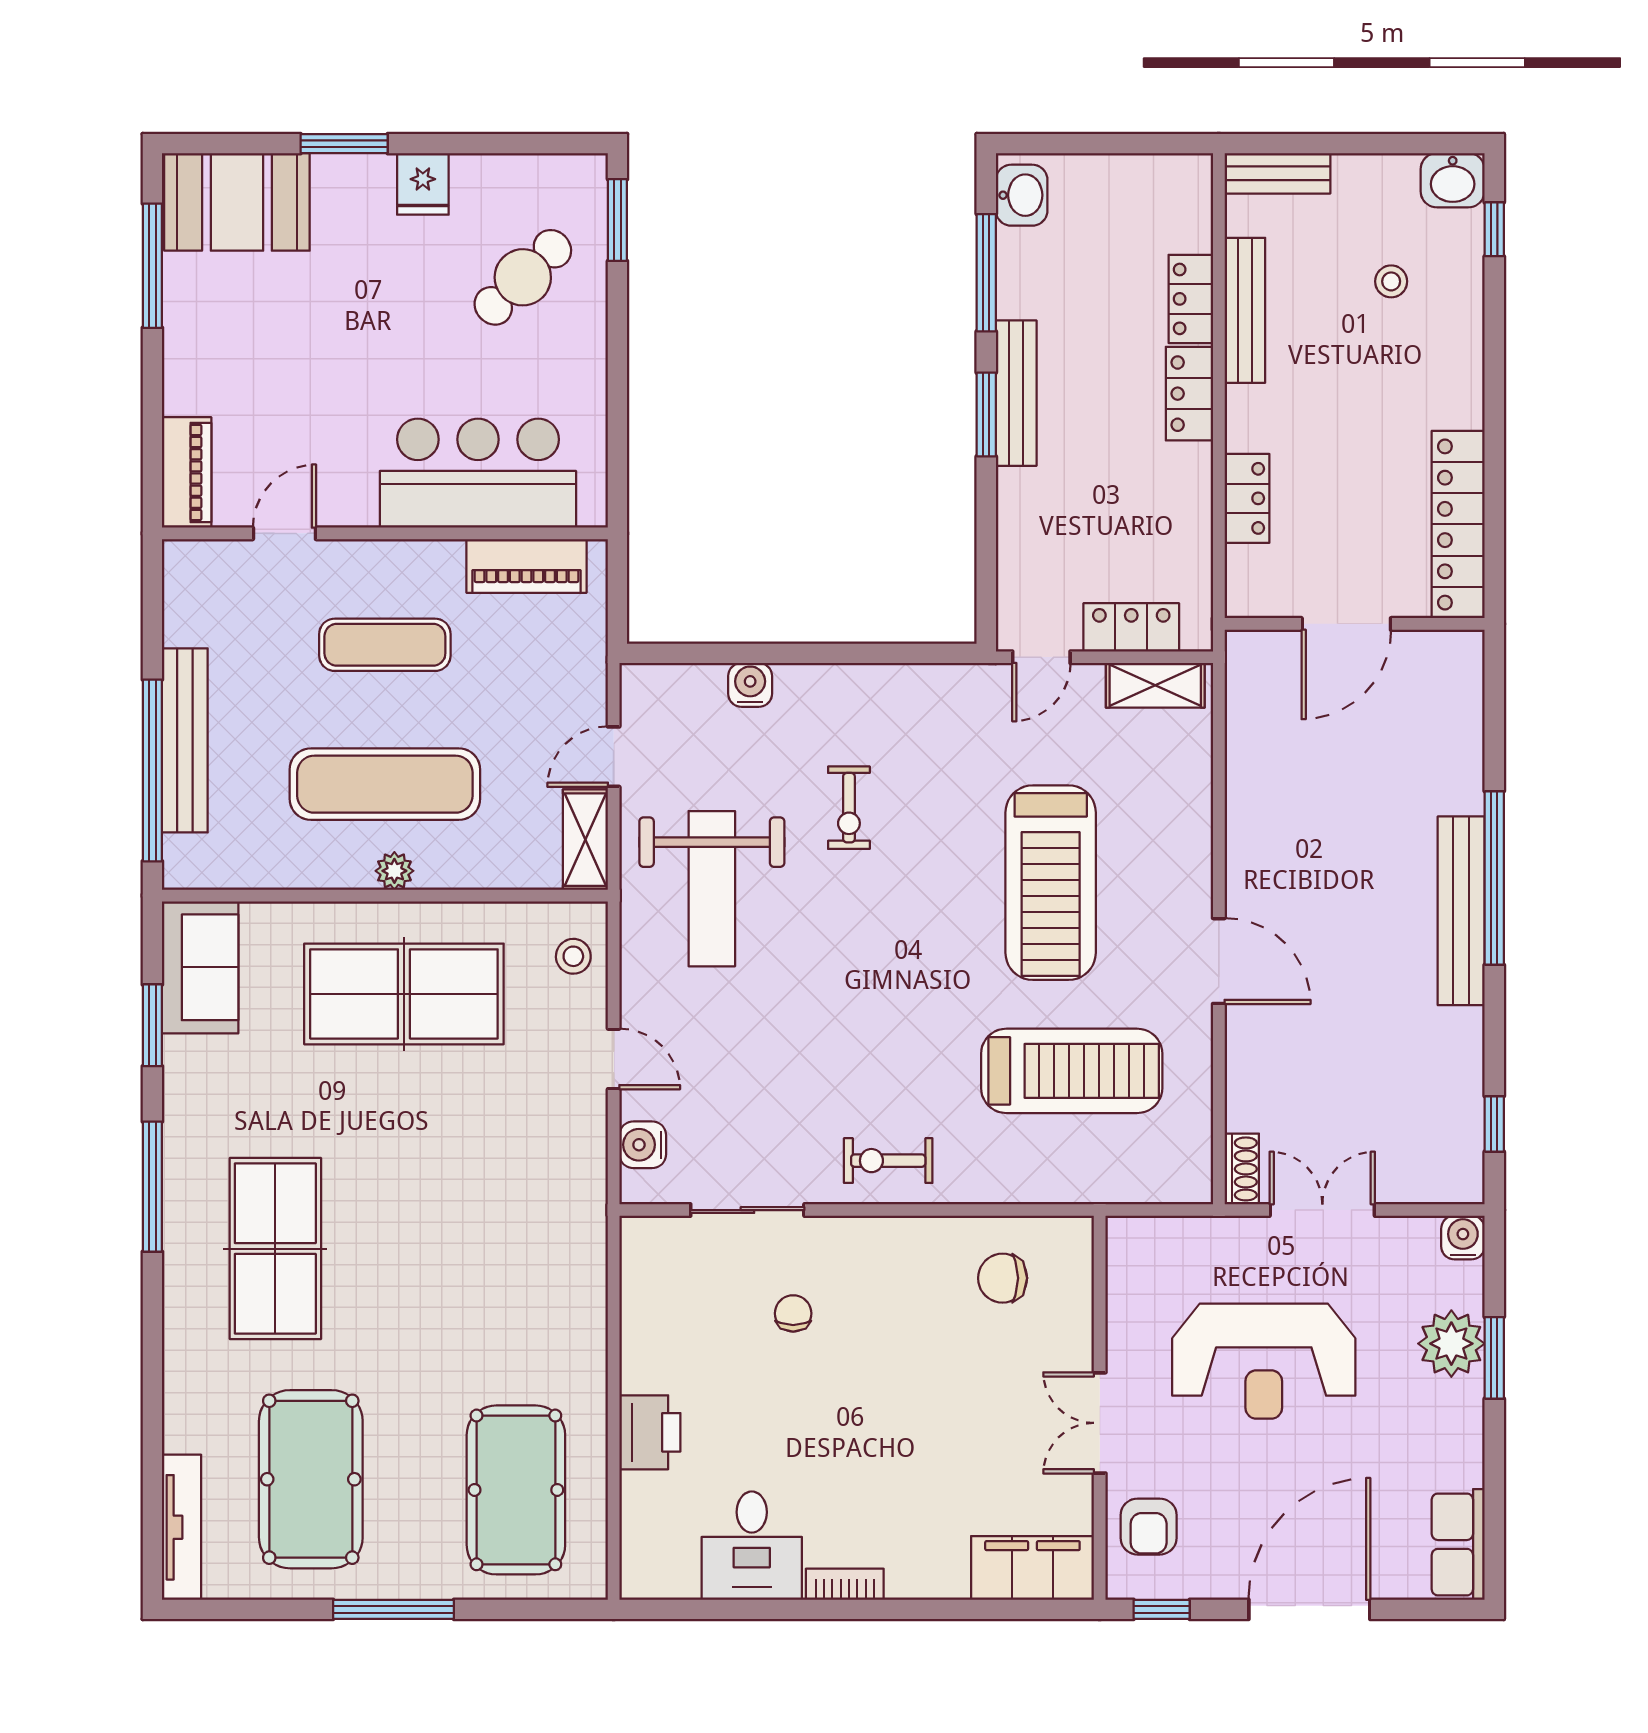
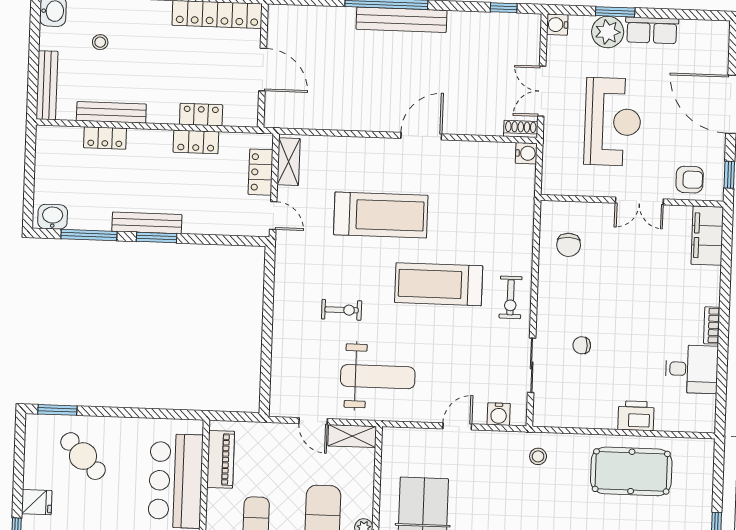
bench: (1277, 173) -> (47, 85), width x1.36
locker: (1189, 394) -> (196, 142), moved
water cooler: (750, 685) -> (526, 153), moved, turned 180
stool: (573, 956) -> (538, 456), moved
treadmill: (1072, 1071) -> (439, 284), moved, turned -90
pool table: (516, 1490) -> (631, 471), moved
row of seats: (1458, 1544) -> (652, 30), moved

